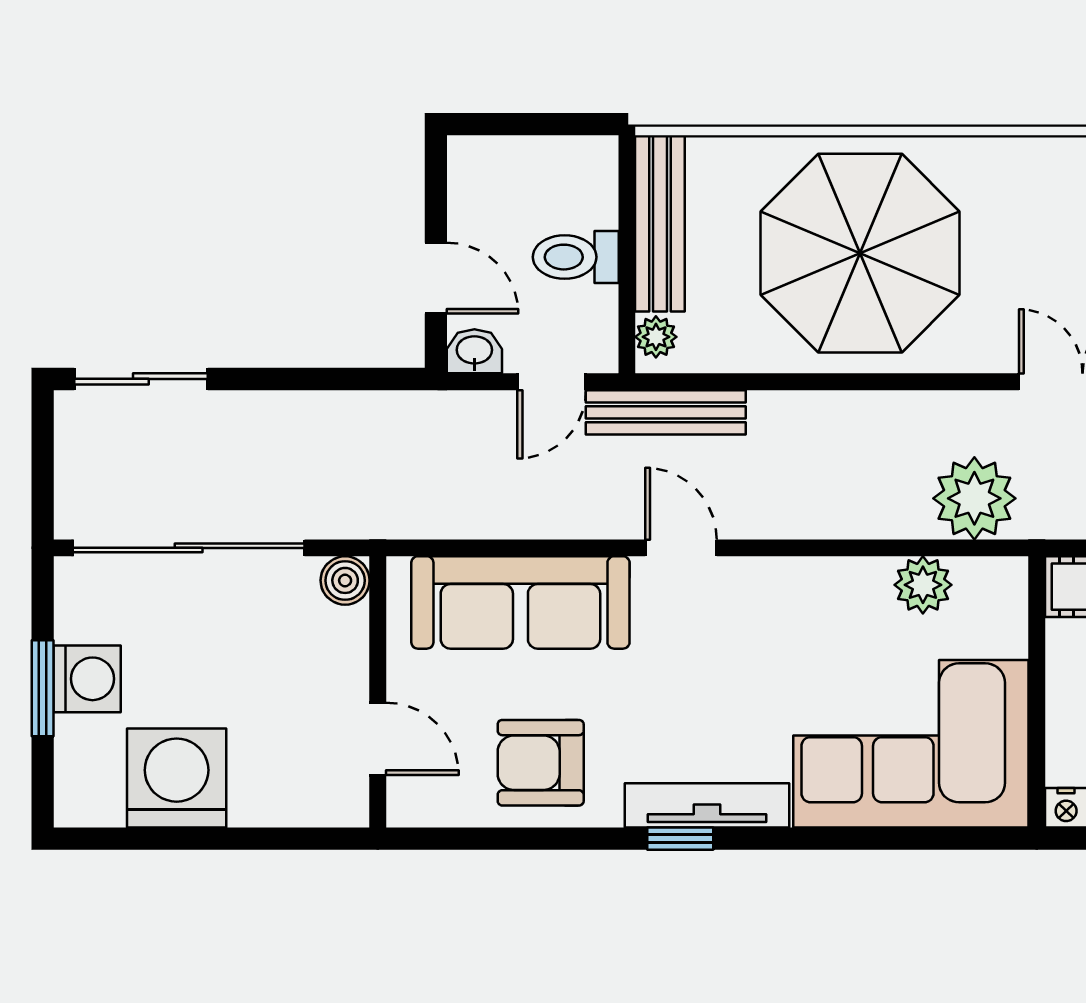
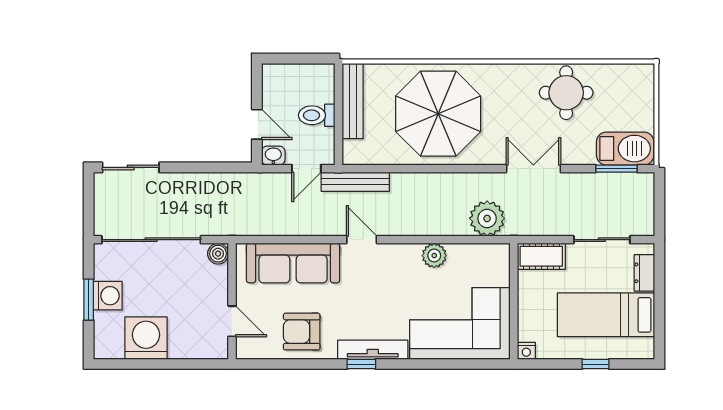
plant: (656, 337) -> (351, 149), removed
plant: (923, 585) -> (434, 256), moved

